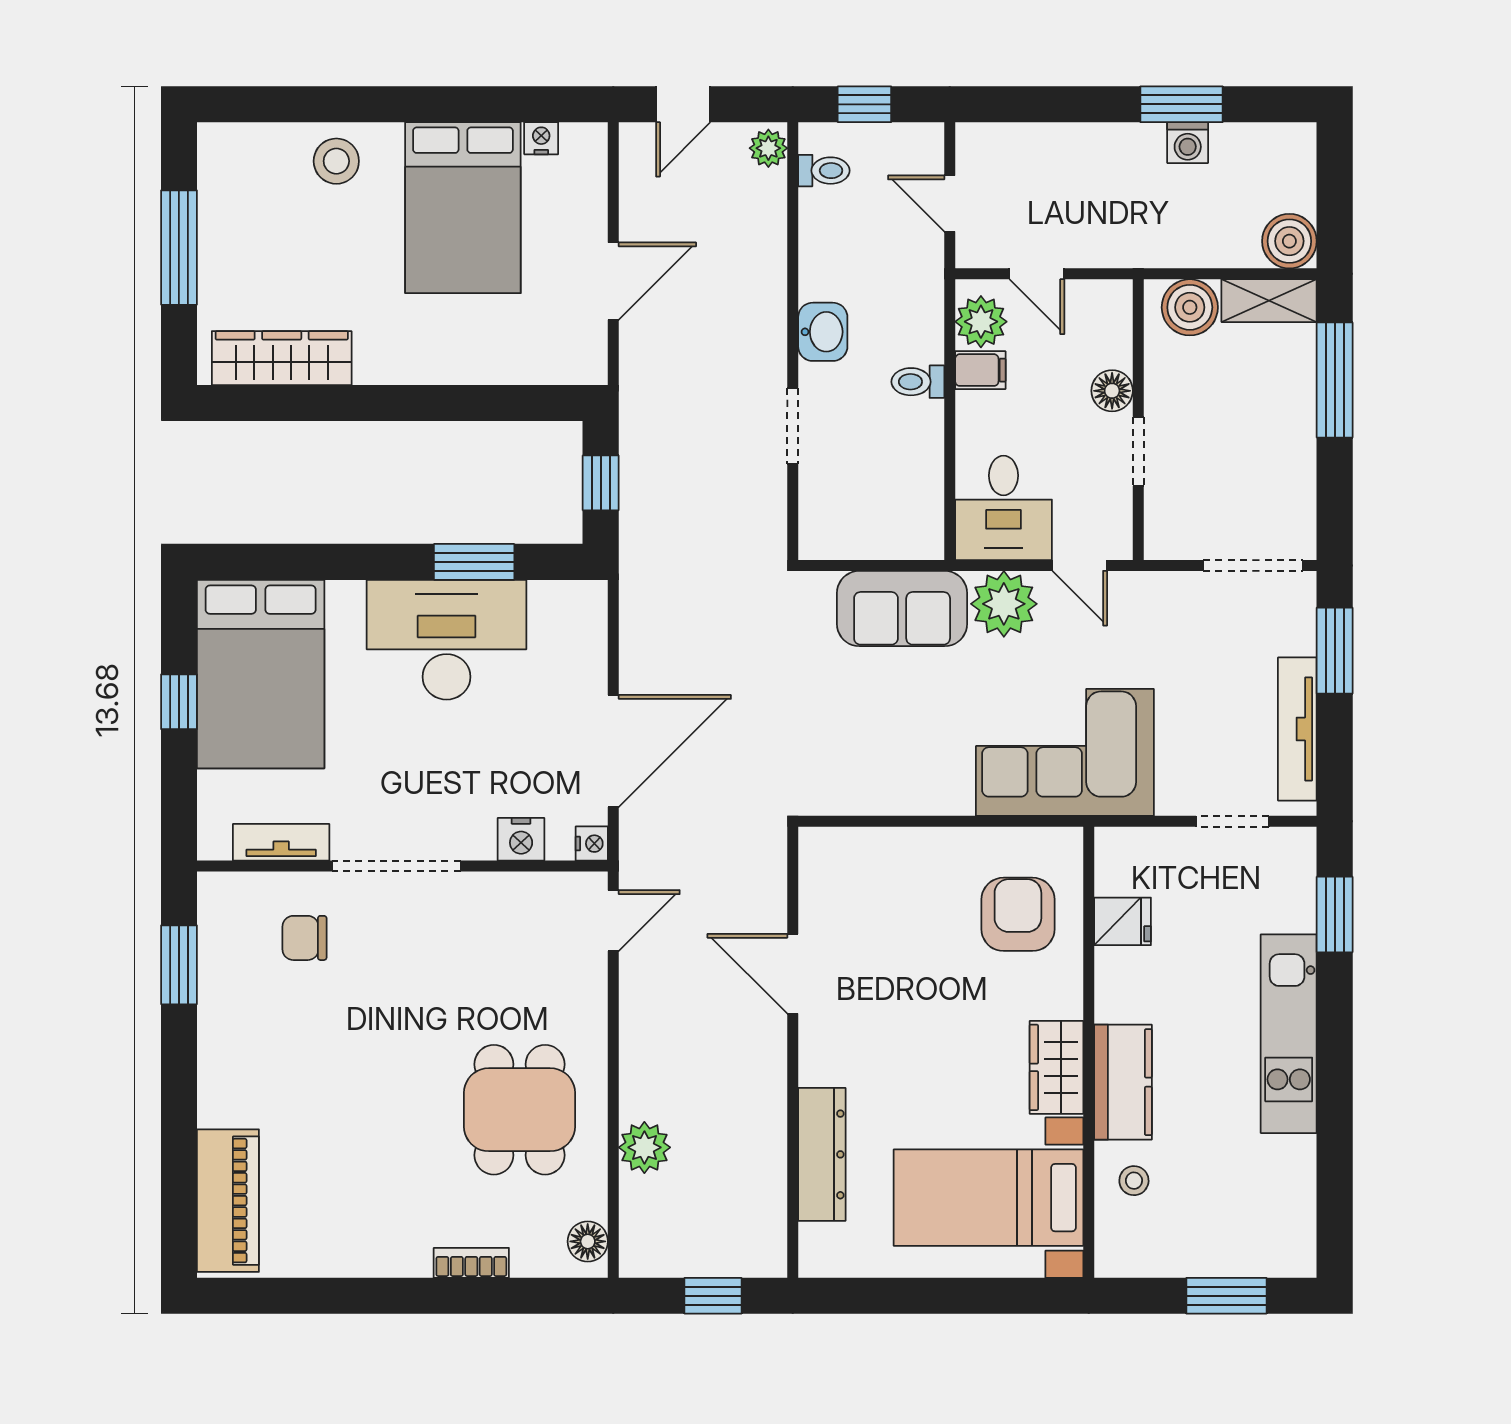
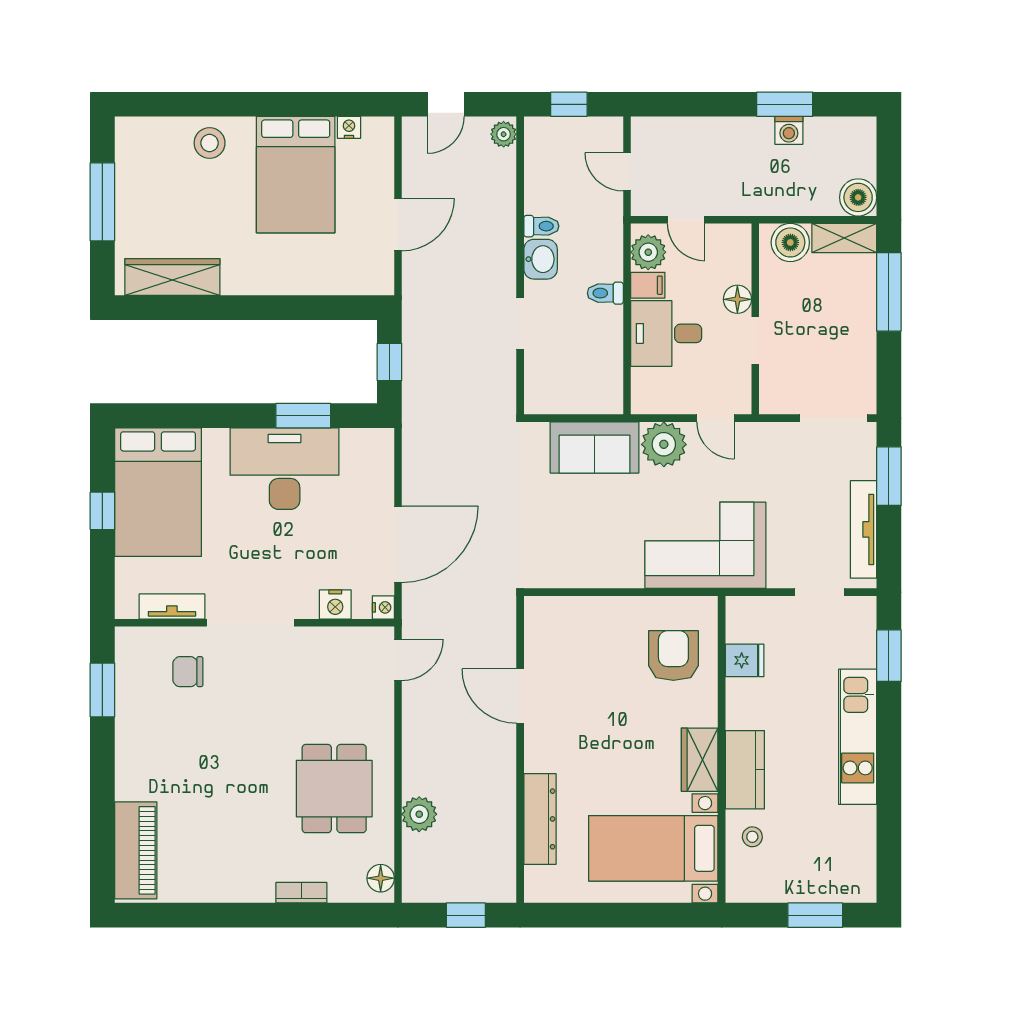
toilet: (824, 171) -> (541, 226), moved
desk: (1003, 508) -> (666, 333), moved, turned 90

